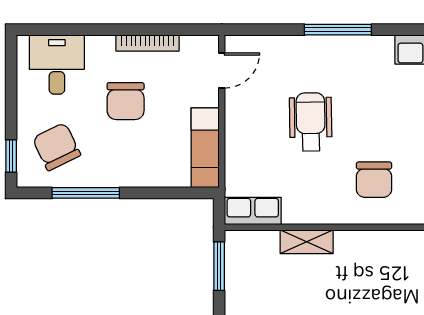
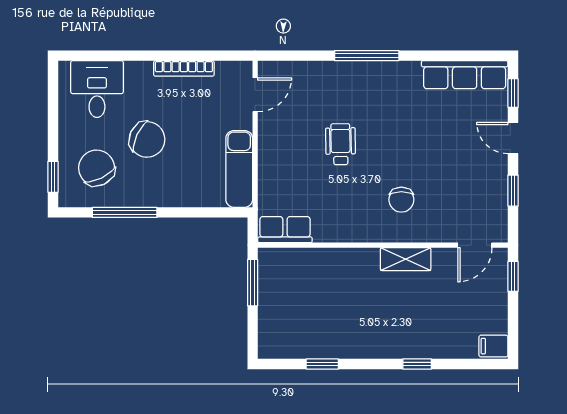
chair: (126, 101) -> (147, 139), moved, turned -65
wheelchair: (311, 122) -> (341, 144), width x0.73, depth x0.73
chair: (374, 180) -> (401, 200), width x0.73, depth x0.73
shelving: (307, 242) -> (406, 259), moved

